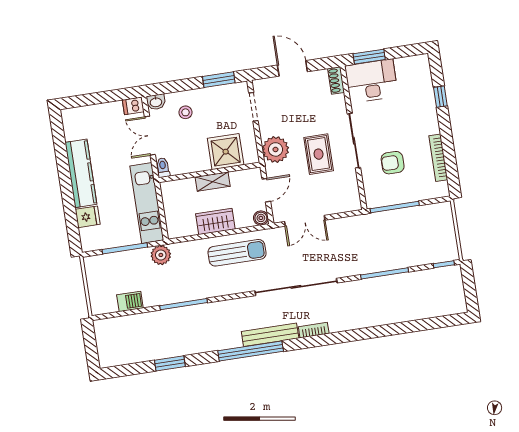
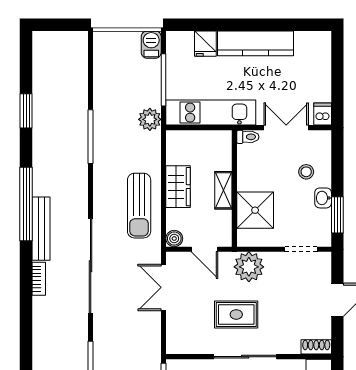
washbasin: (156, 102) -> (323, 198), moved
barbecue: (130, 301) -> (151, 45), moved, turned 180

